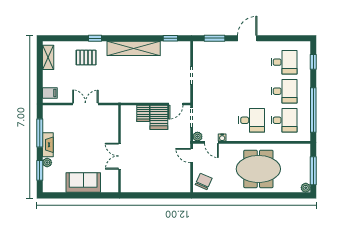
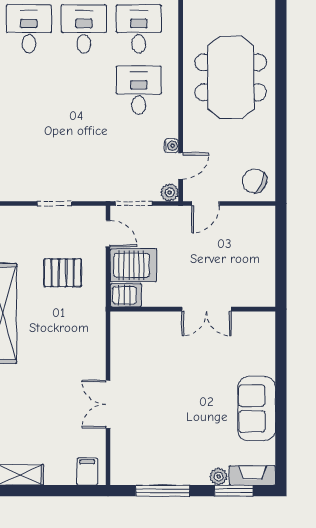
pallet: (86, 58) -> (63, 273), moved, turned 90
fireplace: (48, 145) -> (252, 475), moved
wall: (119, 149) -> (193, 309), moved
double door: (119, 156) -> (206, 309), moved

